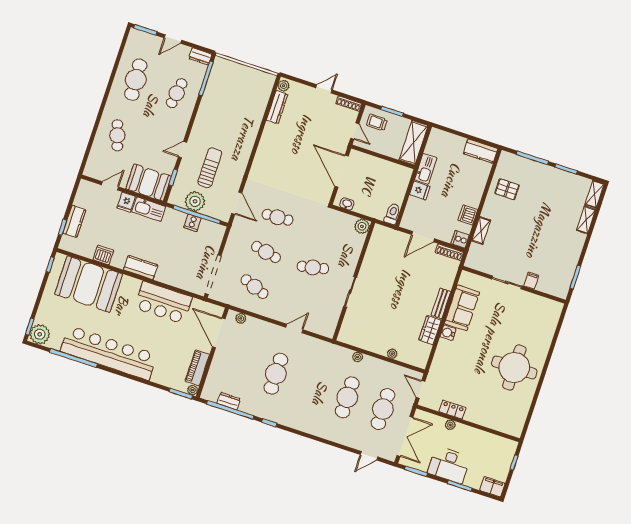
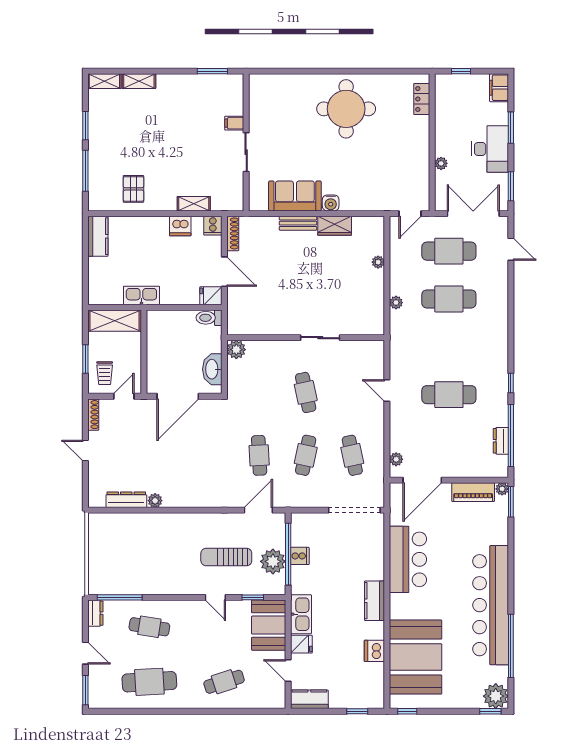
plant: (284, 86) -> (155, 501), moved
fridge: (420, 191) -> (211, 296), moved, turned -90
washbasin: (347, 204) -> (212, 369), width x1.91, depth x1.45
kitchen counter: (74, 221) -> (309, 699), moved
cafe table: (255, 287) -> (352, 455), turned -33
locker: (452, 410) -> (422, 99), moved

